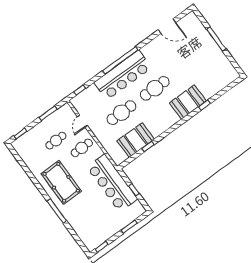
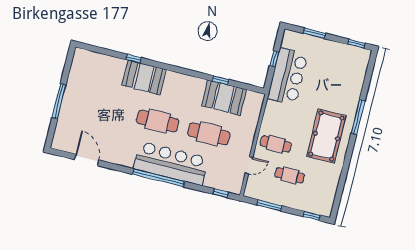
bar counter: (112, 183) -> (288, 76), width x0.73

